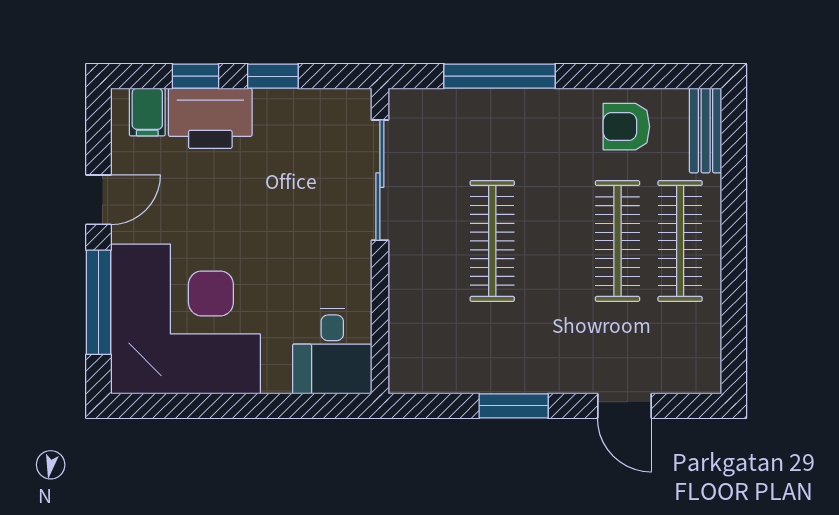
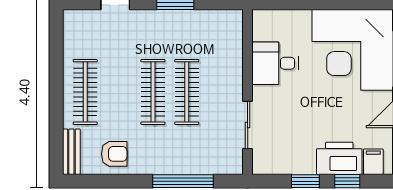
sliding door: (380, 180) -> (248, 125), width x0.73
clothes rail: (617, 241) -> (153, 92), moved
desk: (332, 351) -> (275, 63), moved, turned -90

